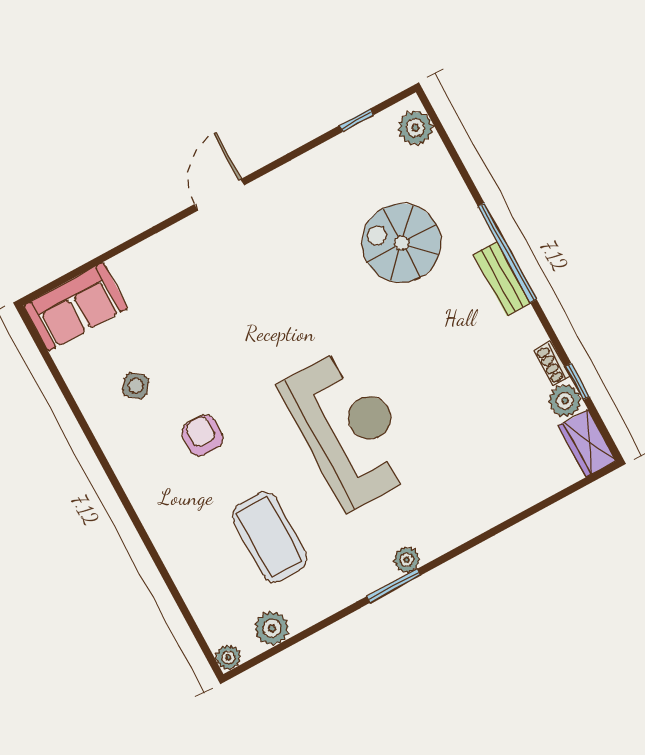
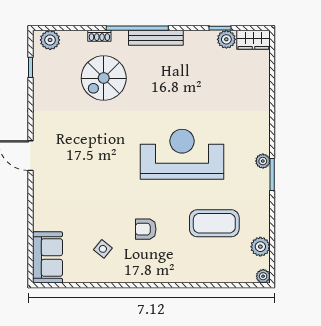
bench: (502, 279) -> (156, 38), width x1.36
shoe rack: (552, 364) -> (99, 36), moved

